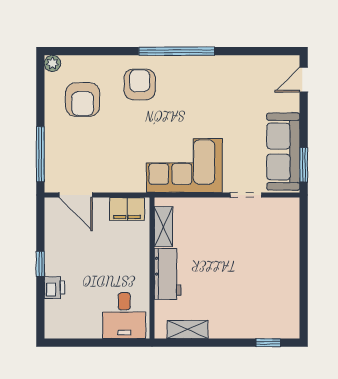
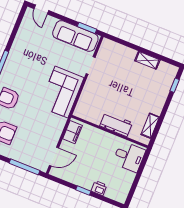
shelving: (163, 227) -> (147, 60), moved

